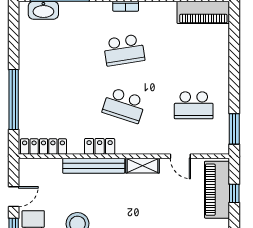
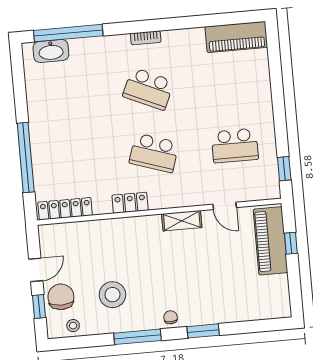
school desk: (124, 50) -> (148, 89), turned 33
window: (234, 129) -> (284, 169), width x0.67
bench: (94, 166) -> (125, 226), removed

